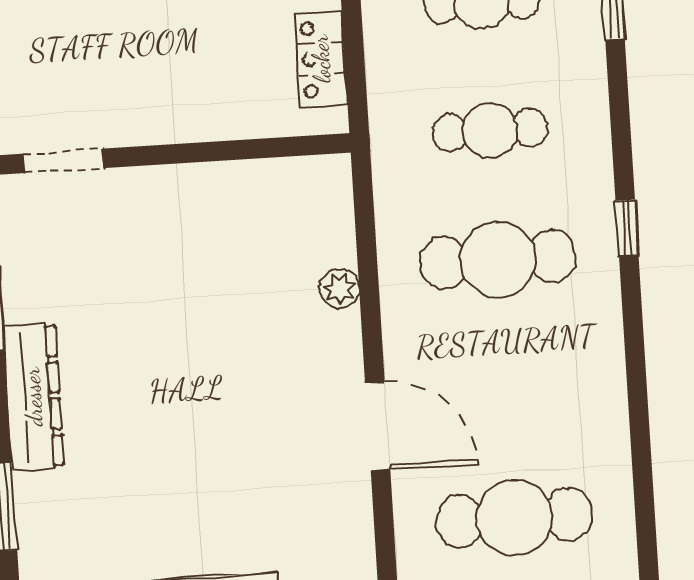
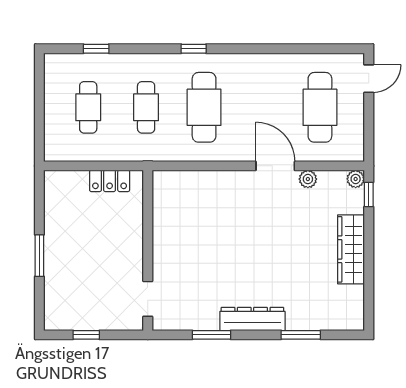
plant: (339, 289) -> (308, 179), moved
door: (378, 426) -> (275, 166), hinge flipped

